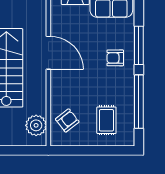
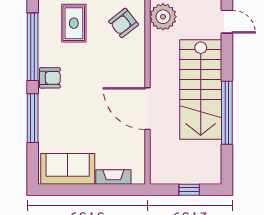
armchair: (115, 58) -> (50, 78), moved

